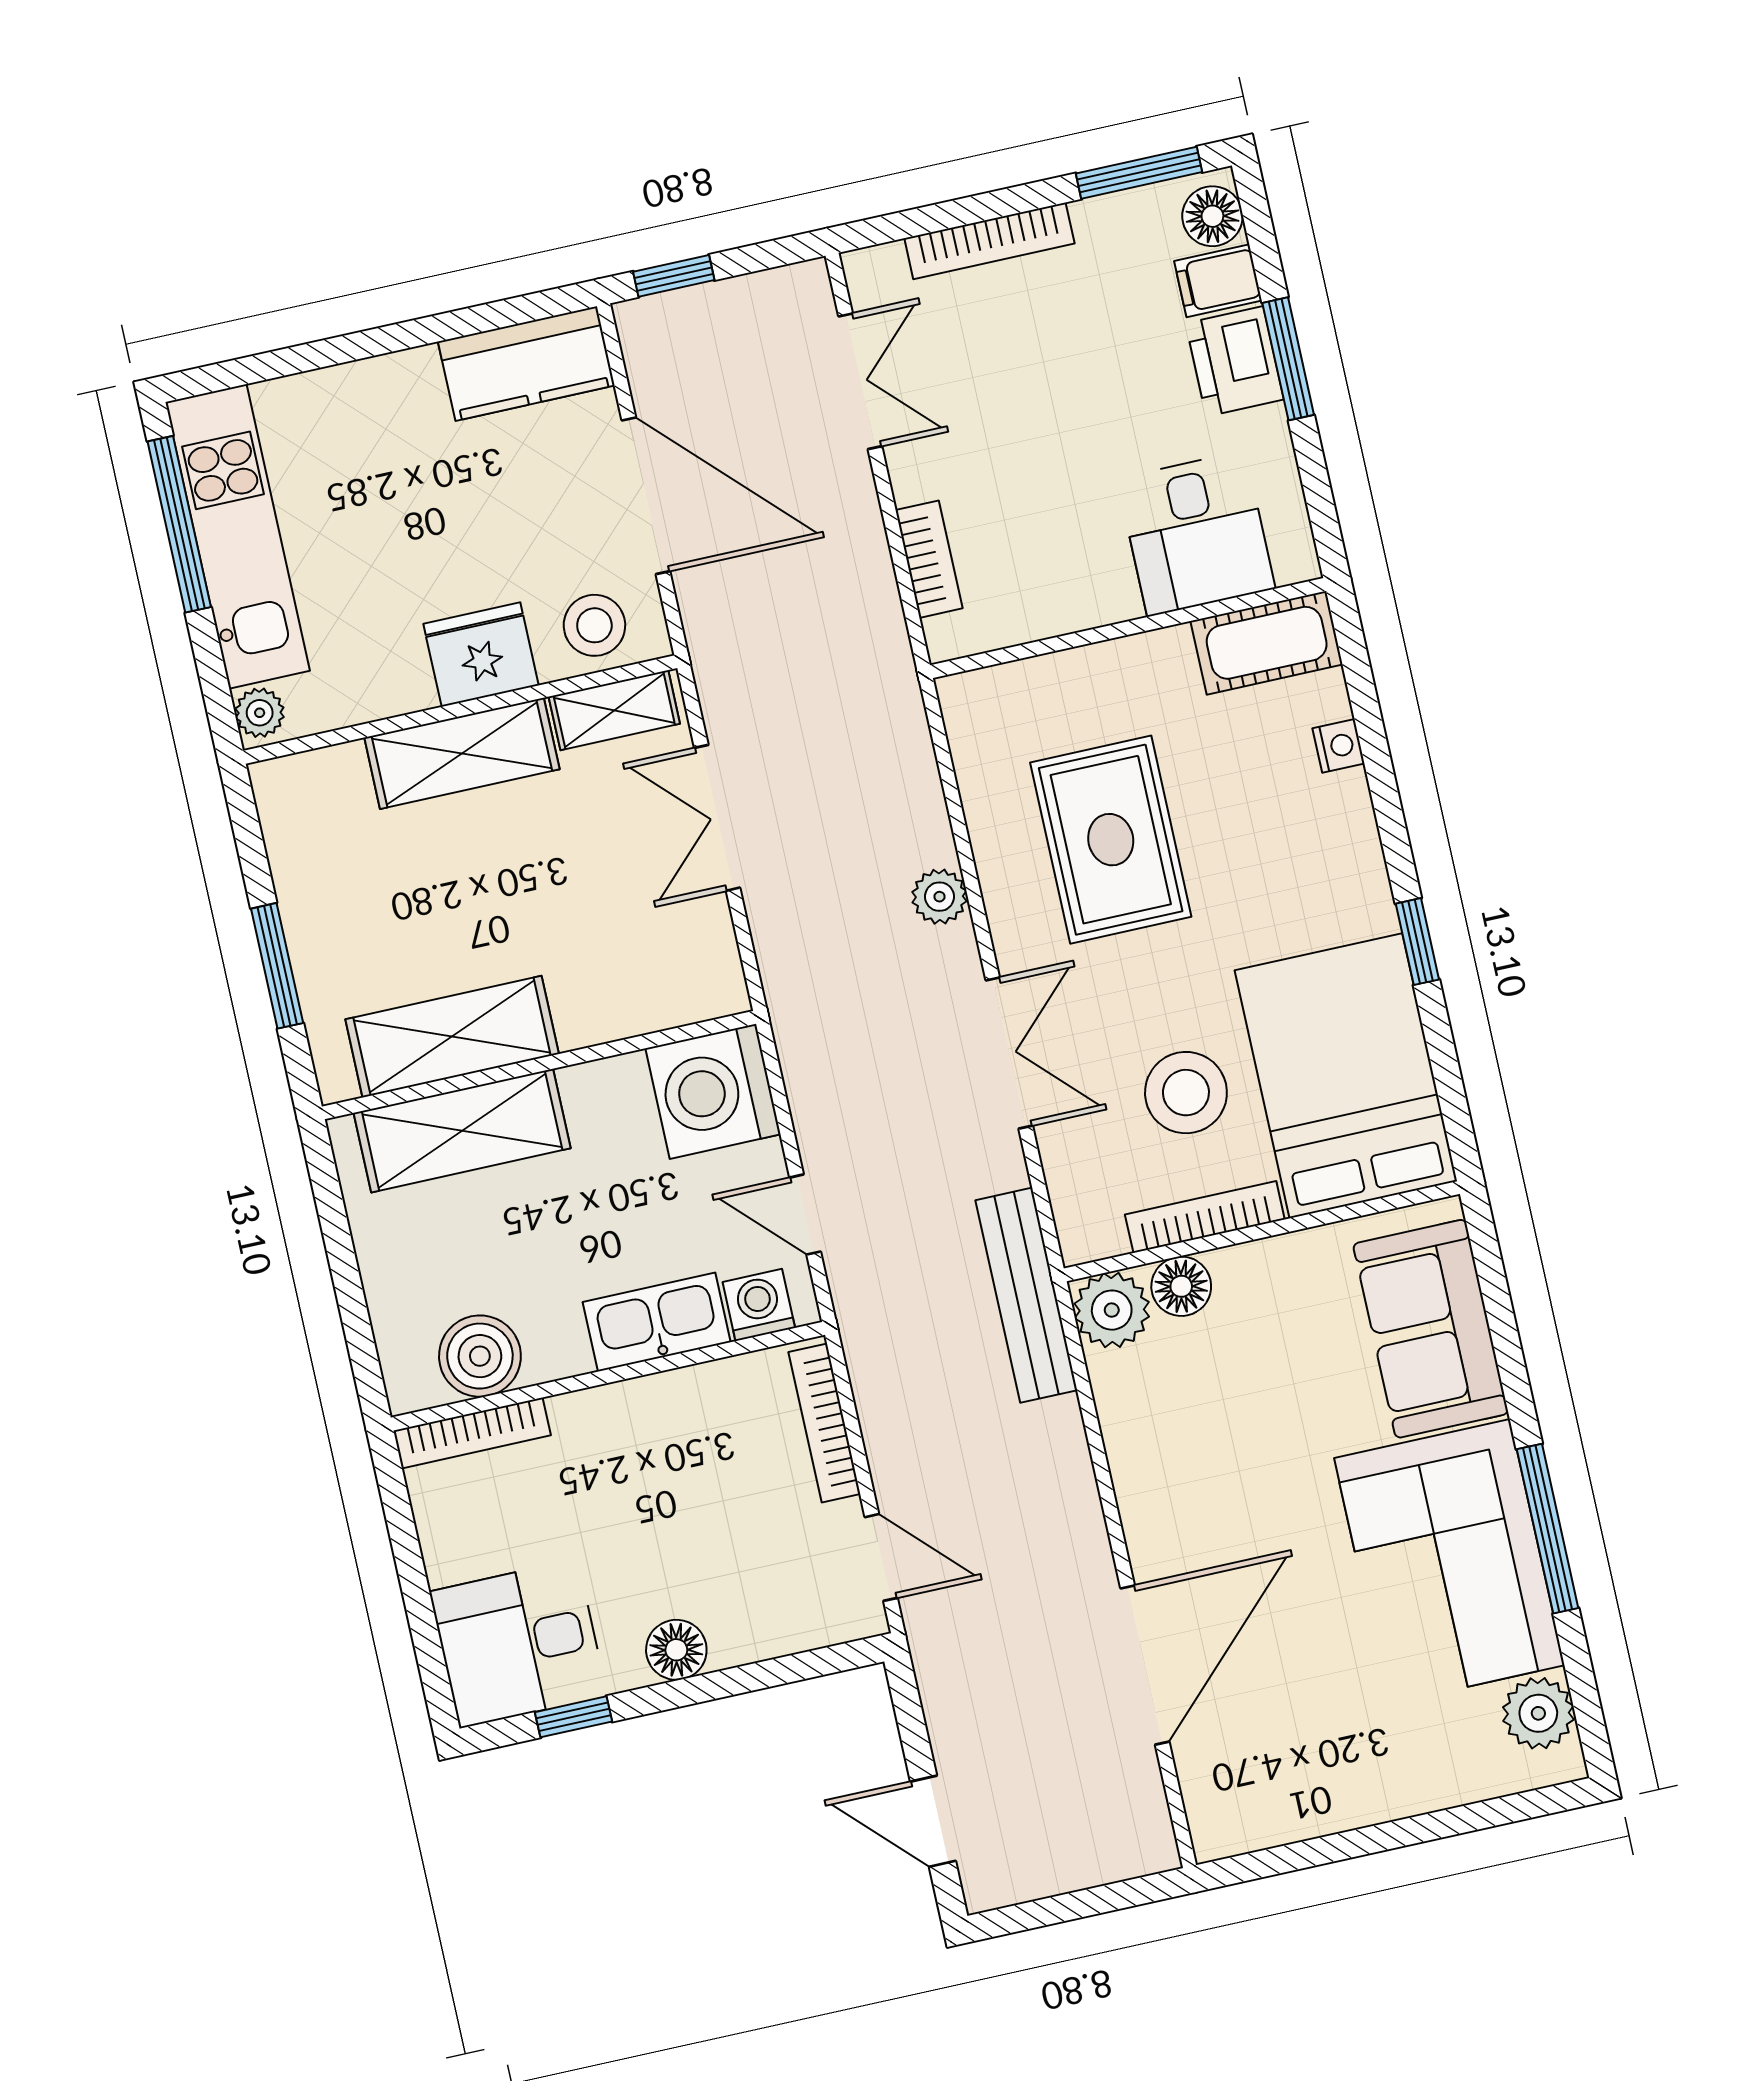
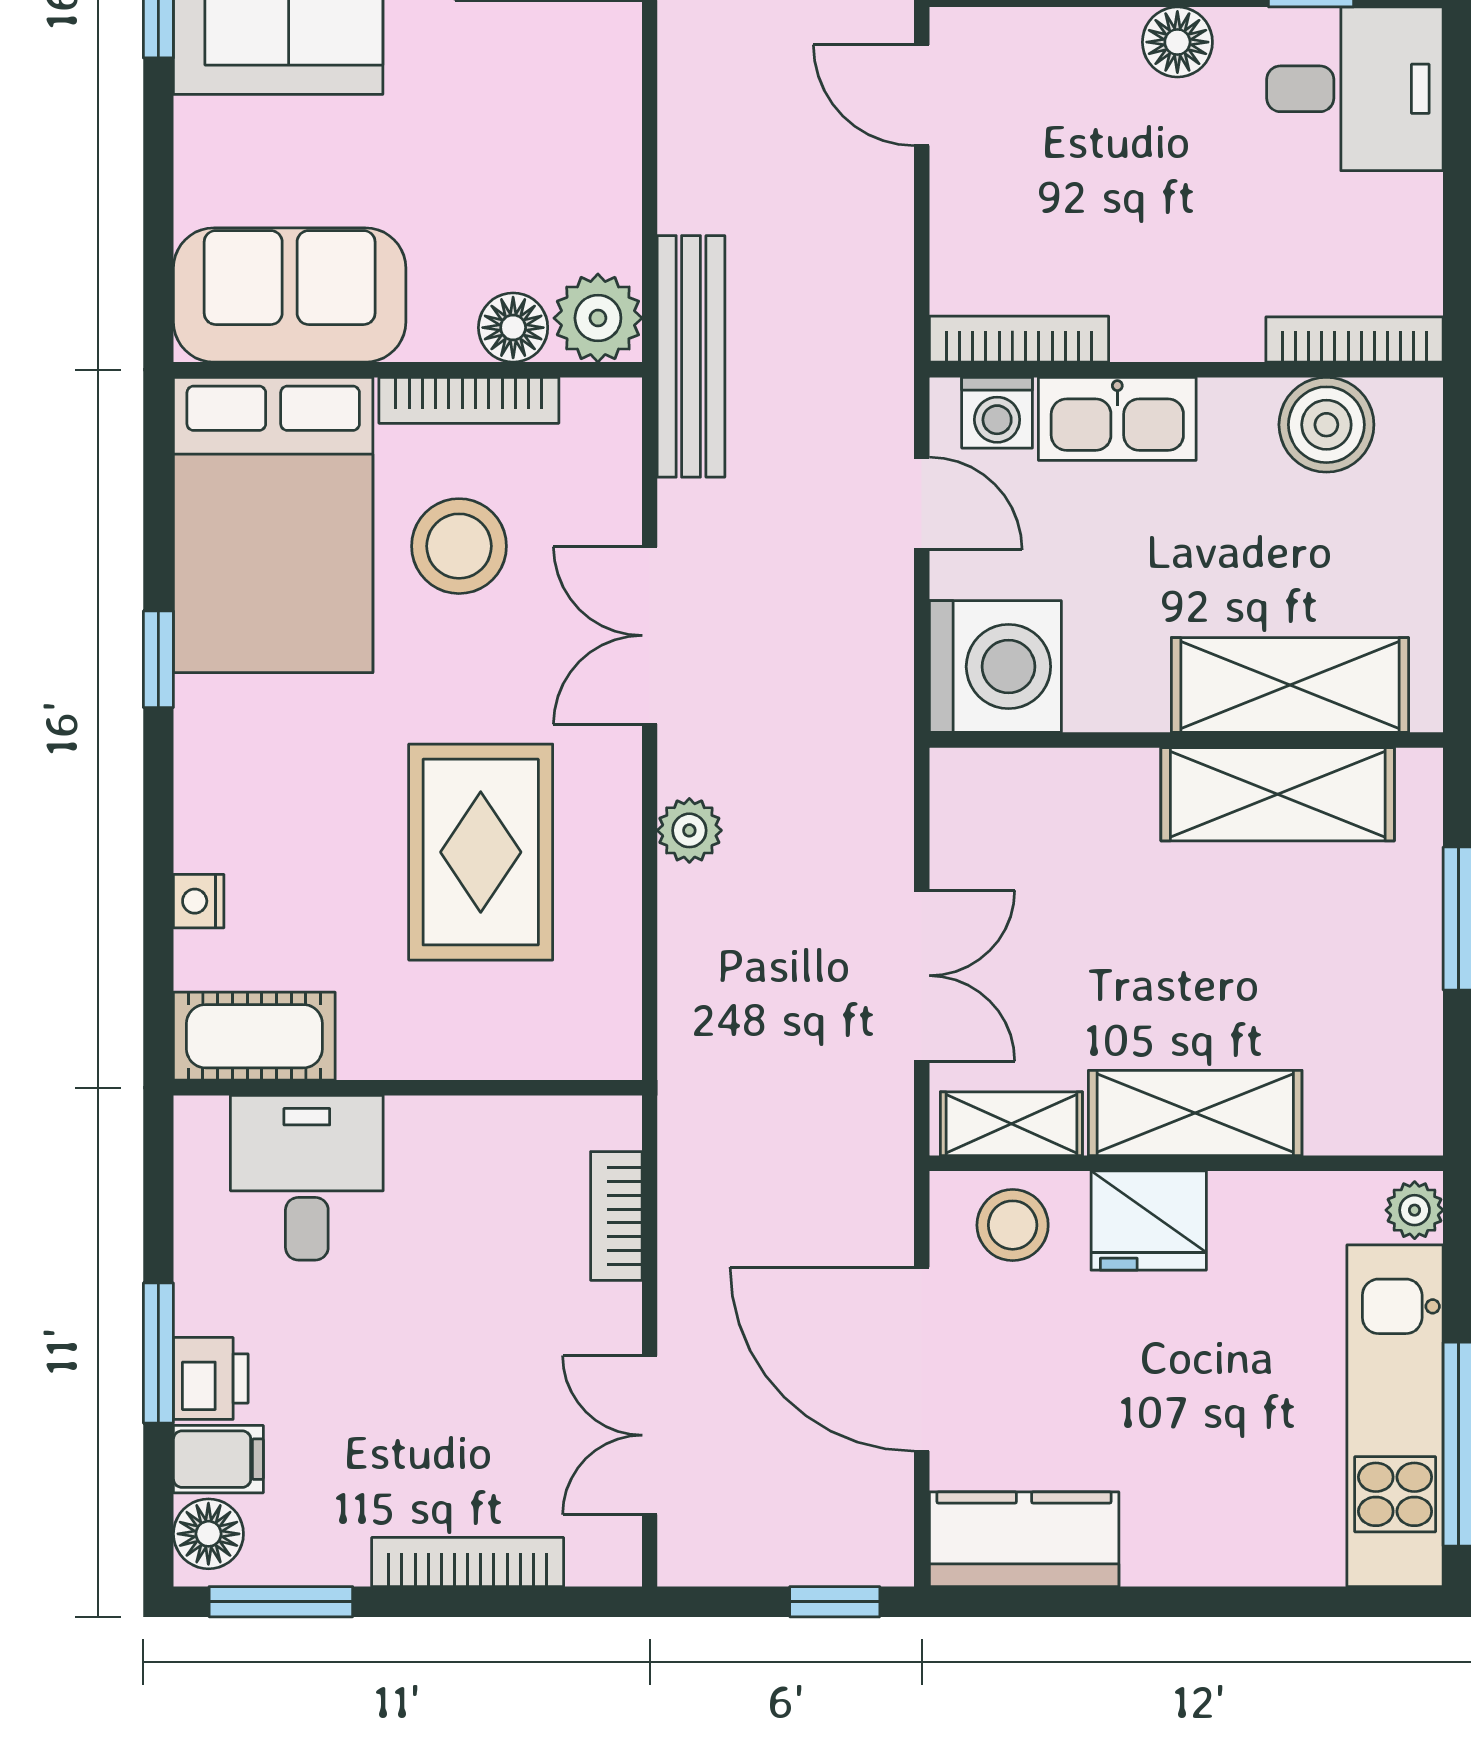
printer: (1235, 361) -> (211, 1378), width x0.73, depth x0.81
sofa: (1431, 1329) -> (290, 295), moved, turned -90
bookcase: (824, 1423) -> (1019, 339), moved, turned -90

